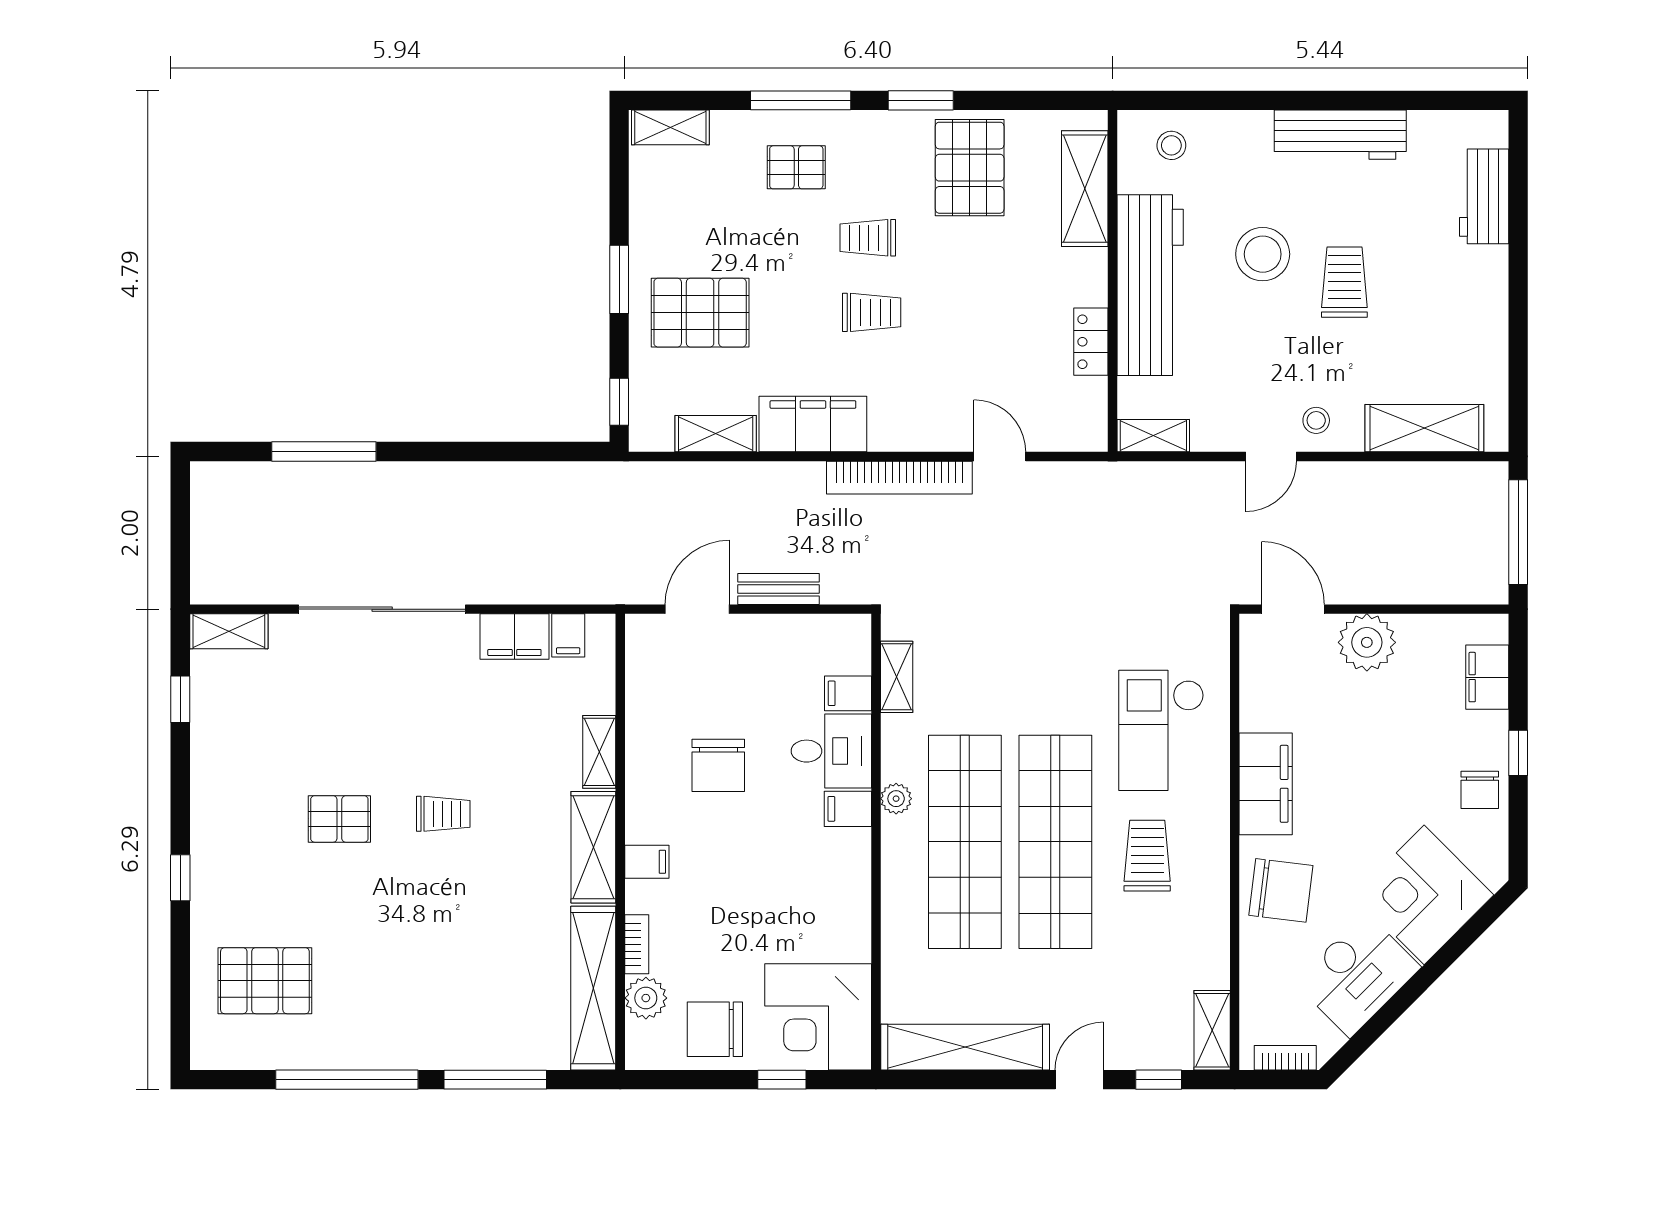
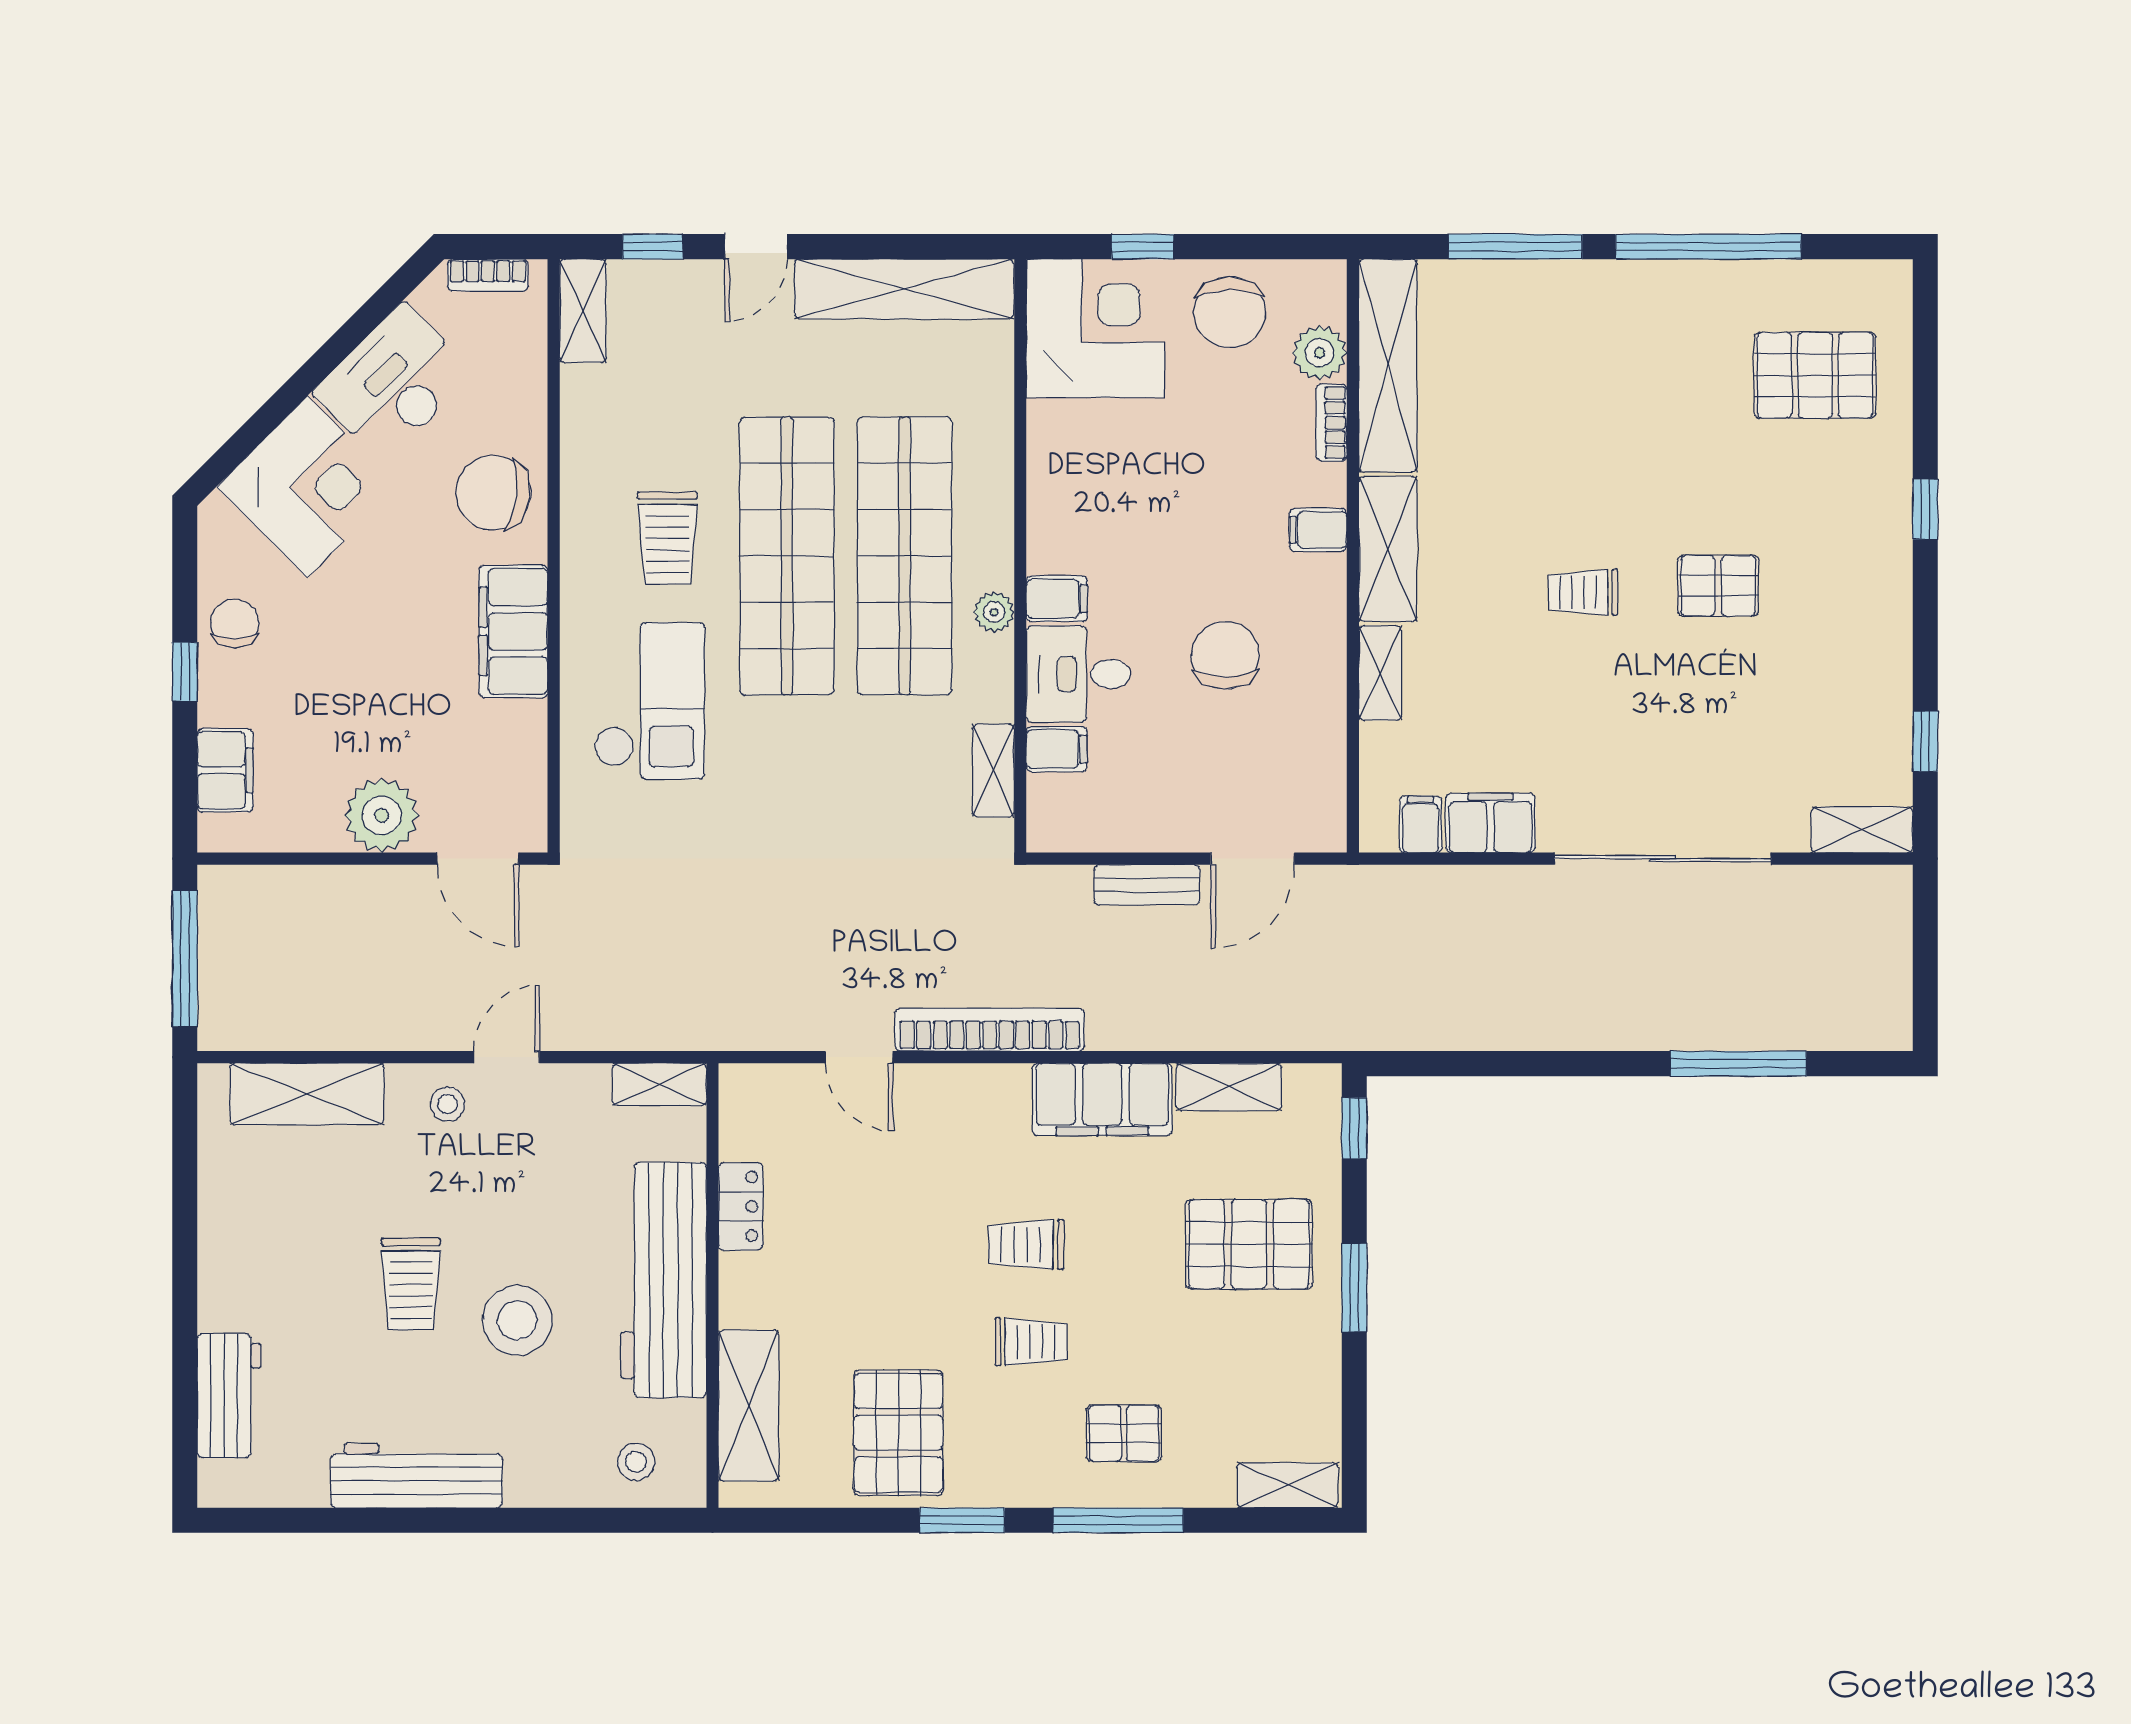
chair: (715, 1029) -> (1230, 312), turned 90

